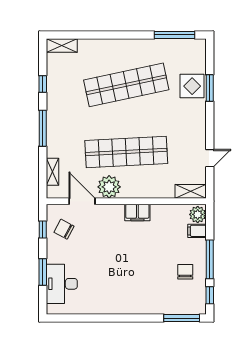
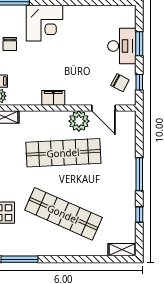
shop shelf: (126, 85) -> (63, 214), turned 36
shelving: (52, 172) -> (130, 135), removed
desk: (62, 284) -> (122, 46), moved
corner desk: (147, 295) -> (45, 23), added

